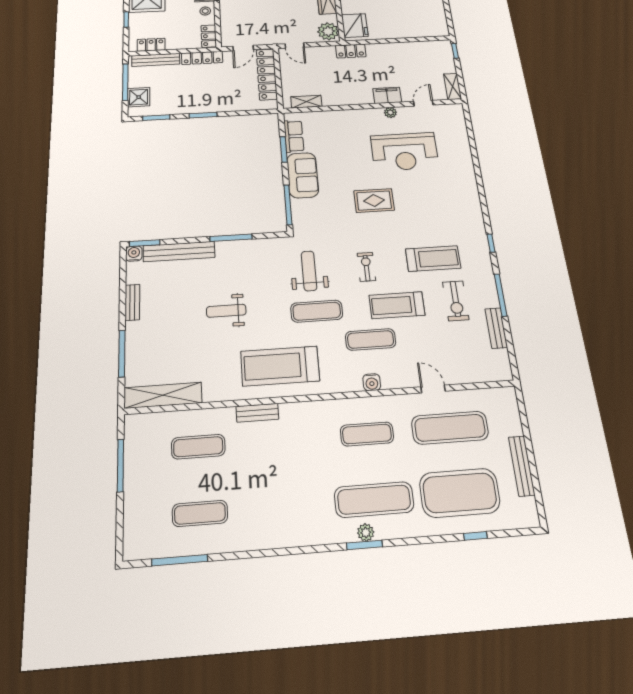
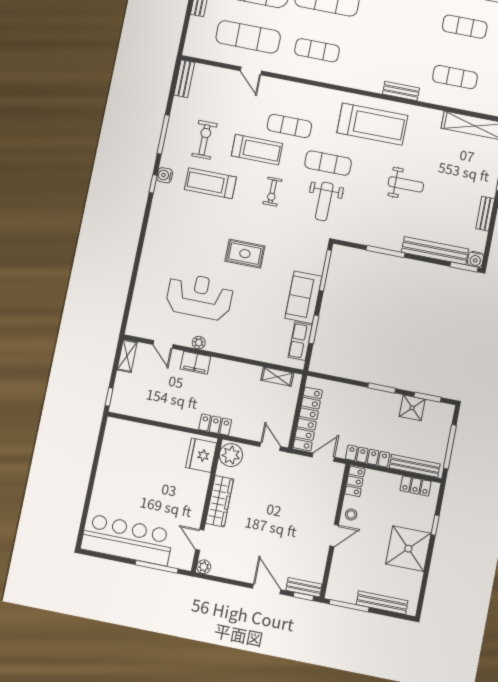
shower: (139, 97) -> (412, 408), moved
door: (423, 103) -> (163, 344), hinge flipped
bench: (496, 328) -> (184, 79), moved
water cooler: (372, 382) -> (165, 175), moved, turned -90

